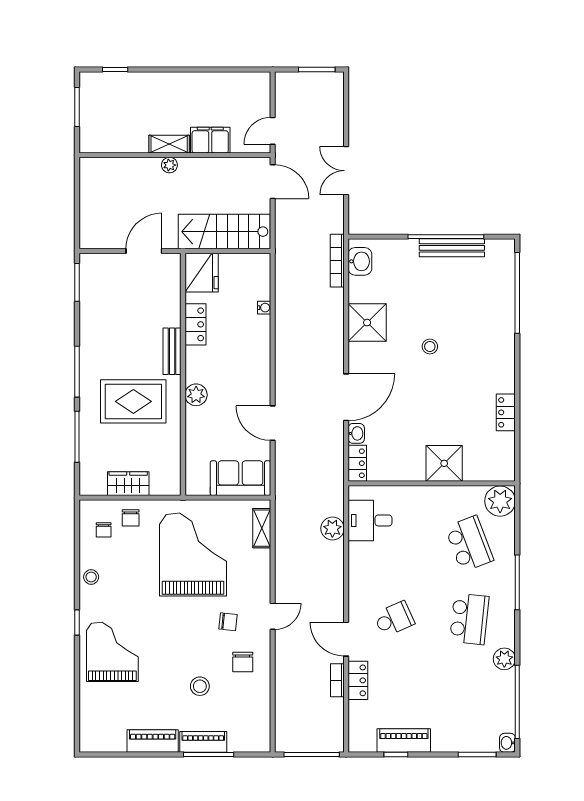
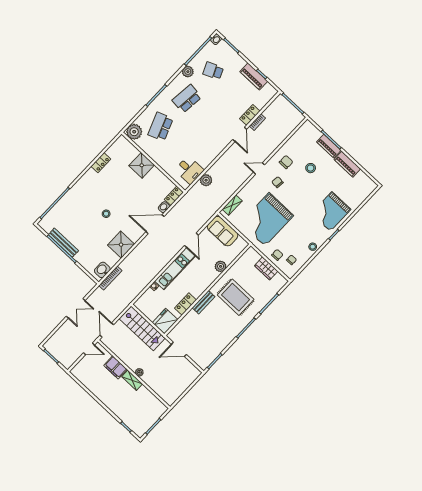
kitchen unit: (258, 361) -> (175, 269), added
plant: (196, 395) -> (221, 266), moved
school desk: (394, 619) -> (213, 71), moved

